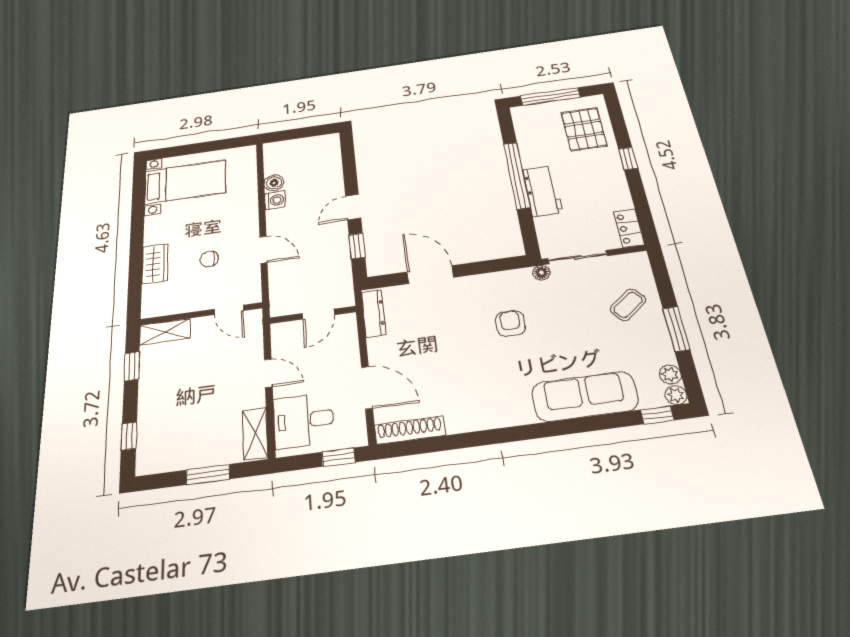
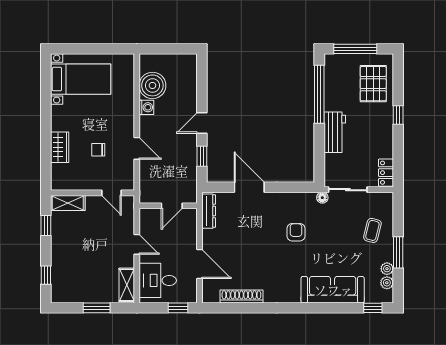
window: (517, 175) -> (319, 94), moved
boiler: (274, 183) -> (152, 85), width x1.86, depth x1.86
coffee table: (628, 305) -> (372, 230), turned -37
plant: (676, 395) -> (387, 269), moved
shoe rack: (410, 430) -> (241, 296), moved

